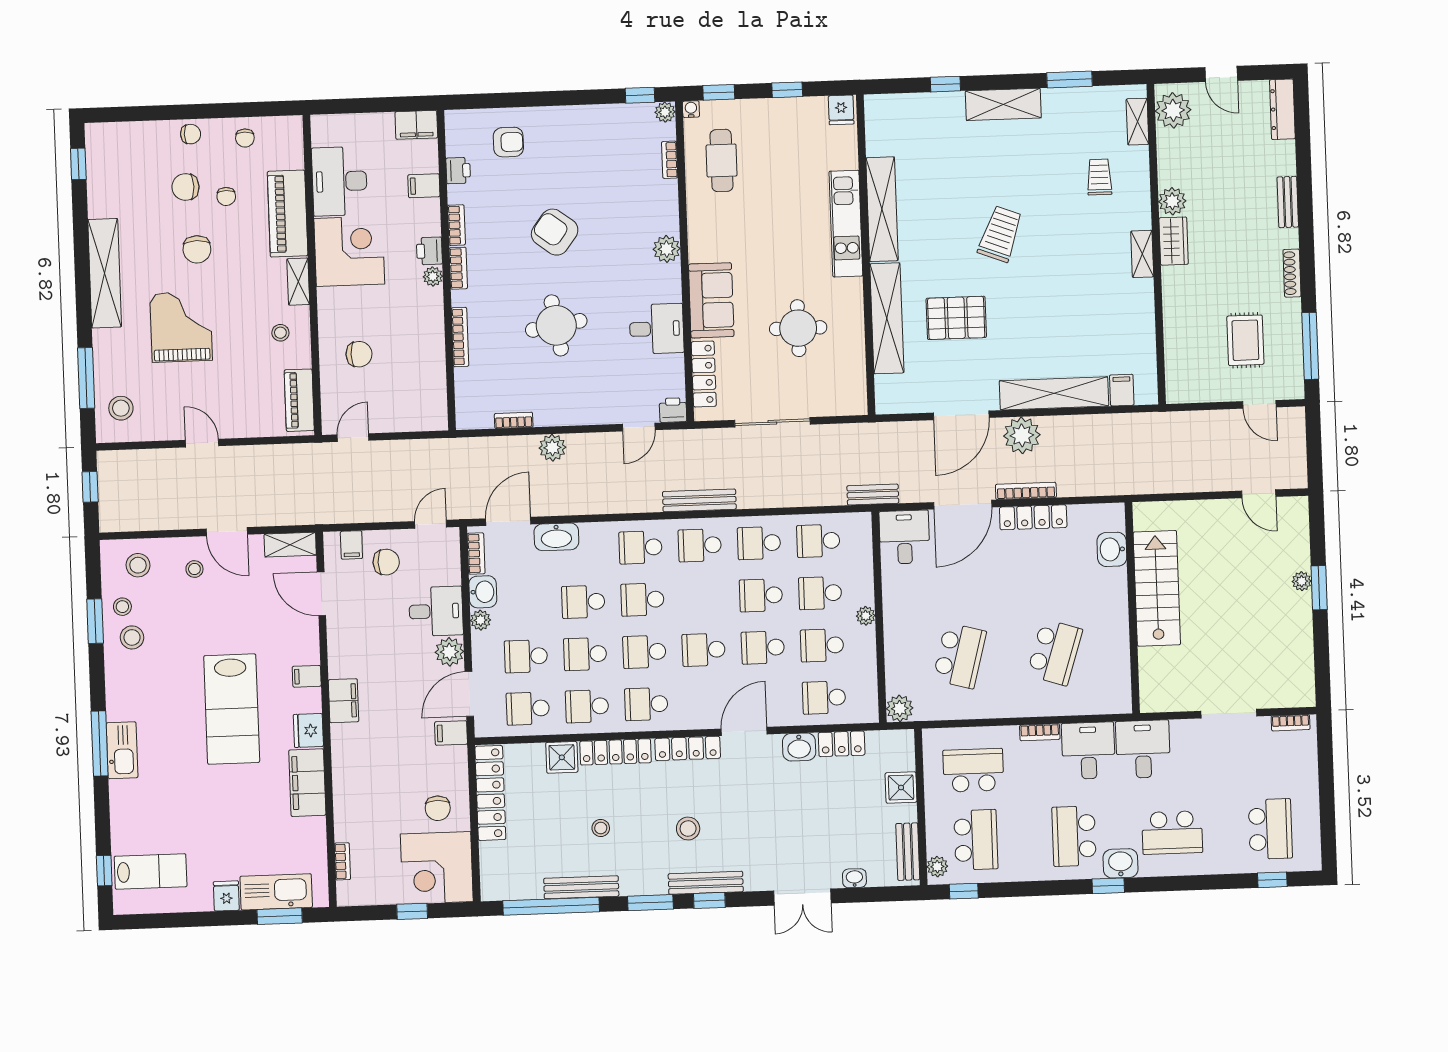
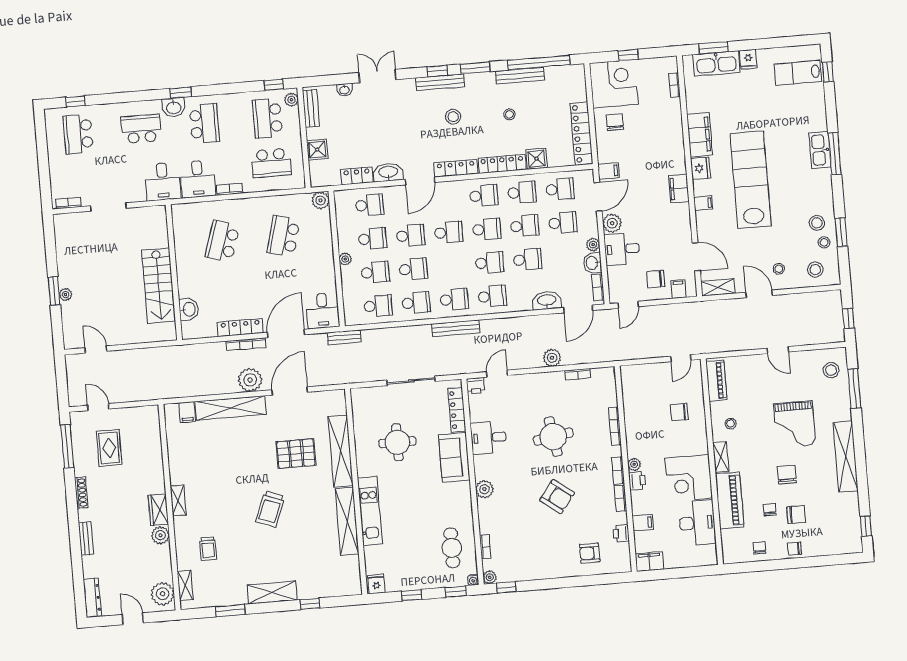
lab bench: (232, 709) -> (751, 180), width x1.36
washbasin: (799, 747) -> (388, 172), width x1.38

